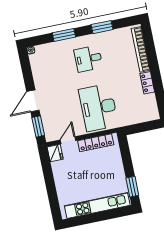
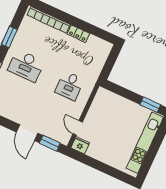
desk: (88, 59) -> (26, 66), width x1.37
desk: (98, 107) -> (70, 86), width x0.53, depth x0.77
locker: (96, 143) -> (95, 108), removed

